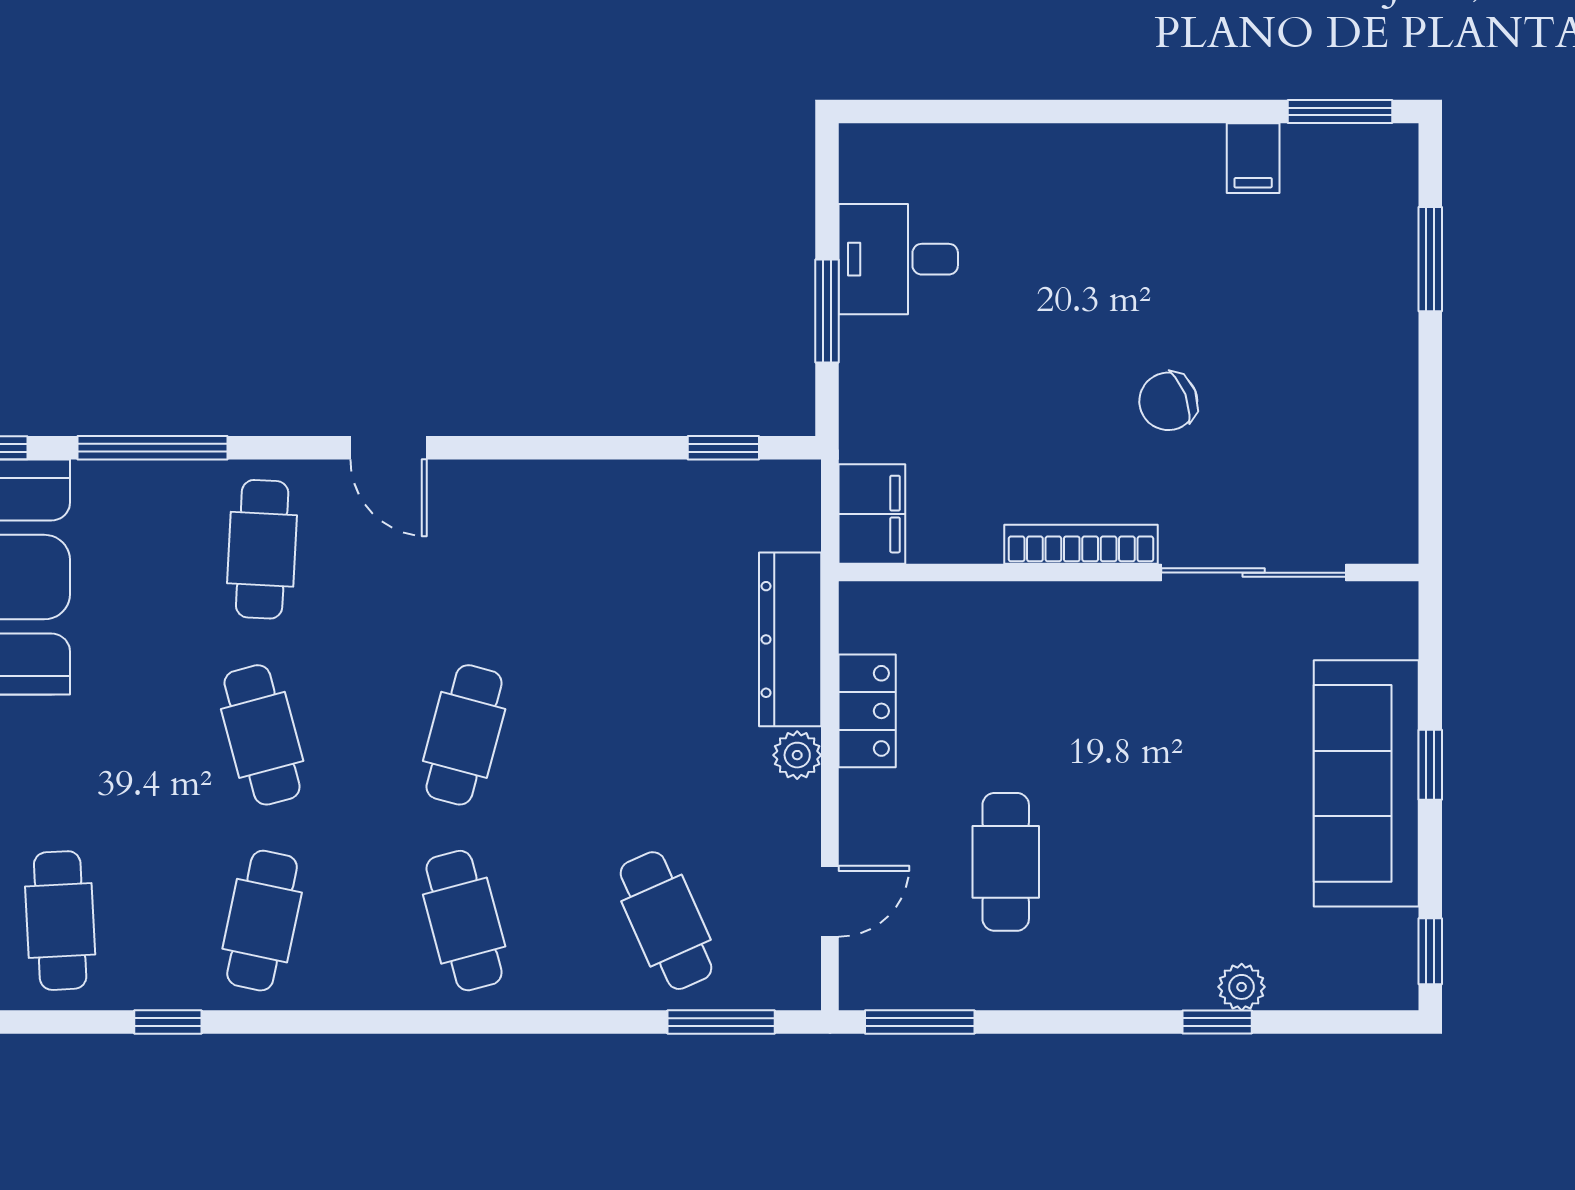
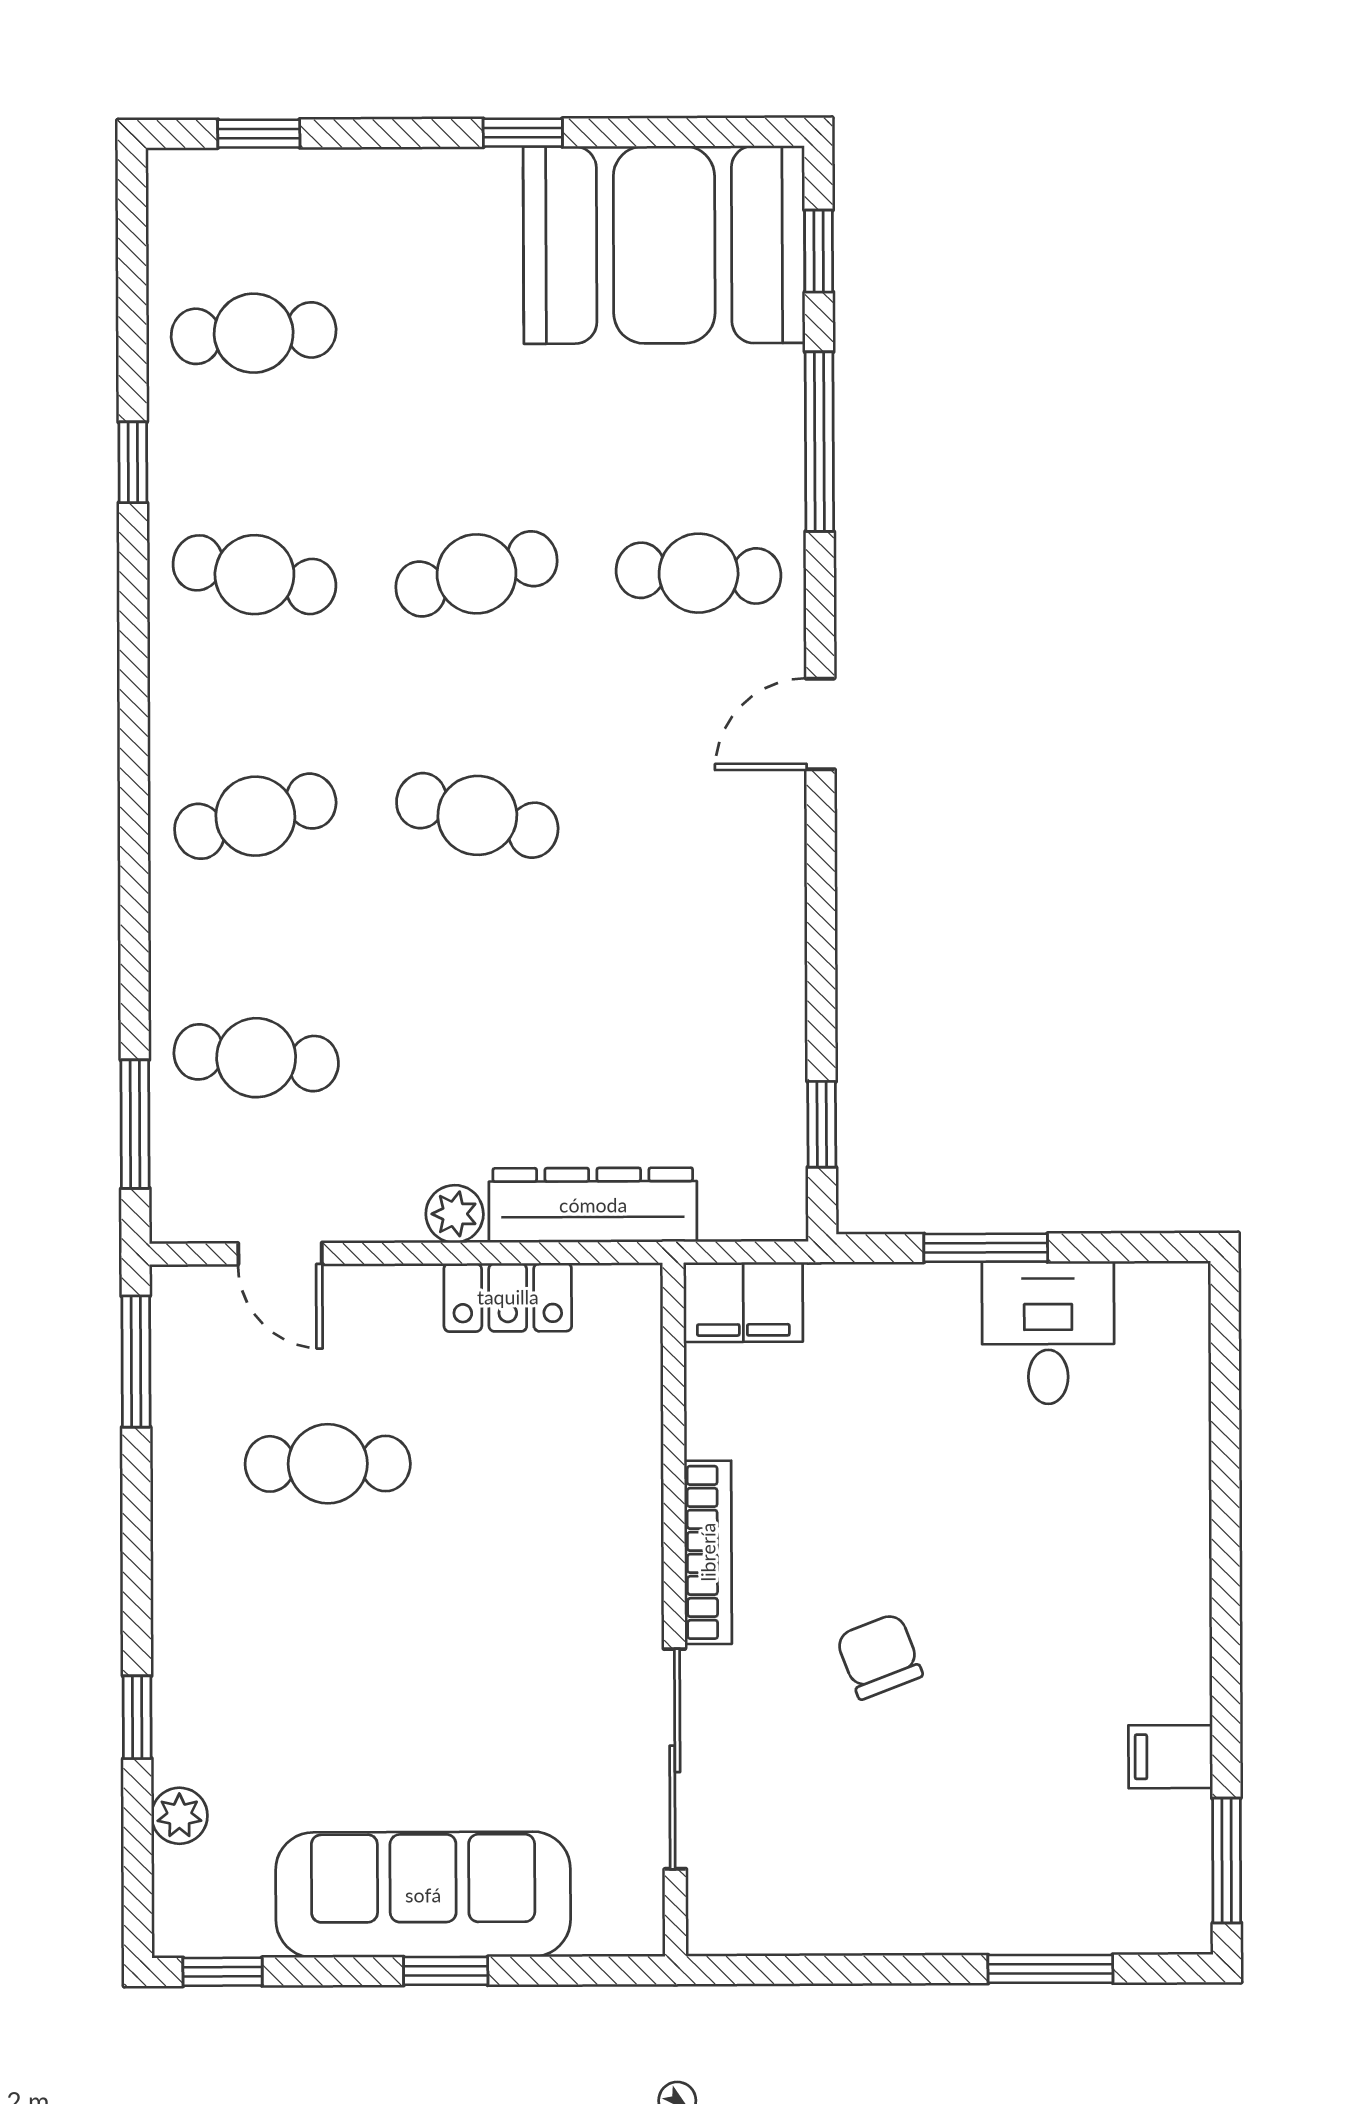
cafe table: (666, 921) -> (256, 1058), turned 30
plant: (1242, 987) -> (179, 1816), moved

